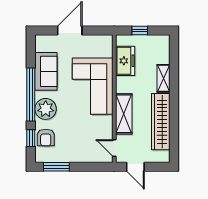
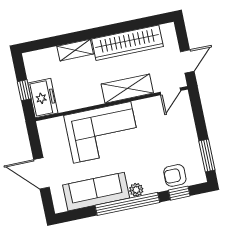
freezer: (125, 61) -> (43, 98), moved, turned 90
sofa: (46, 71) -> (96, 192), width x1.36
plant: (46, 109) -> (136, 190), width x0.53, depth x0.53
armchair: (46, 138) -> (175, 175), turned 180

